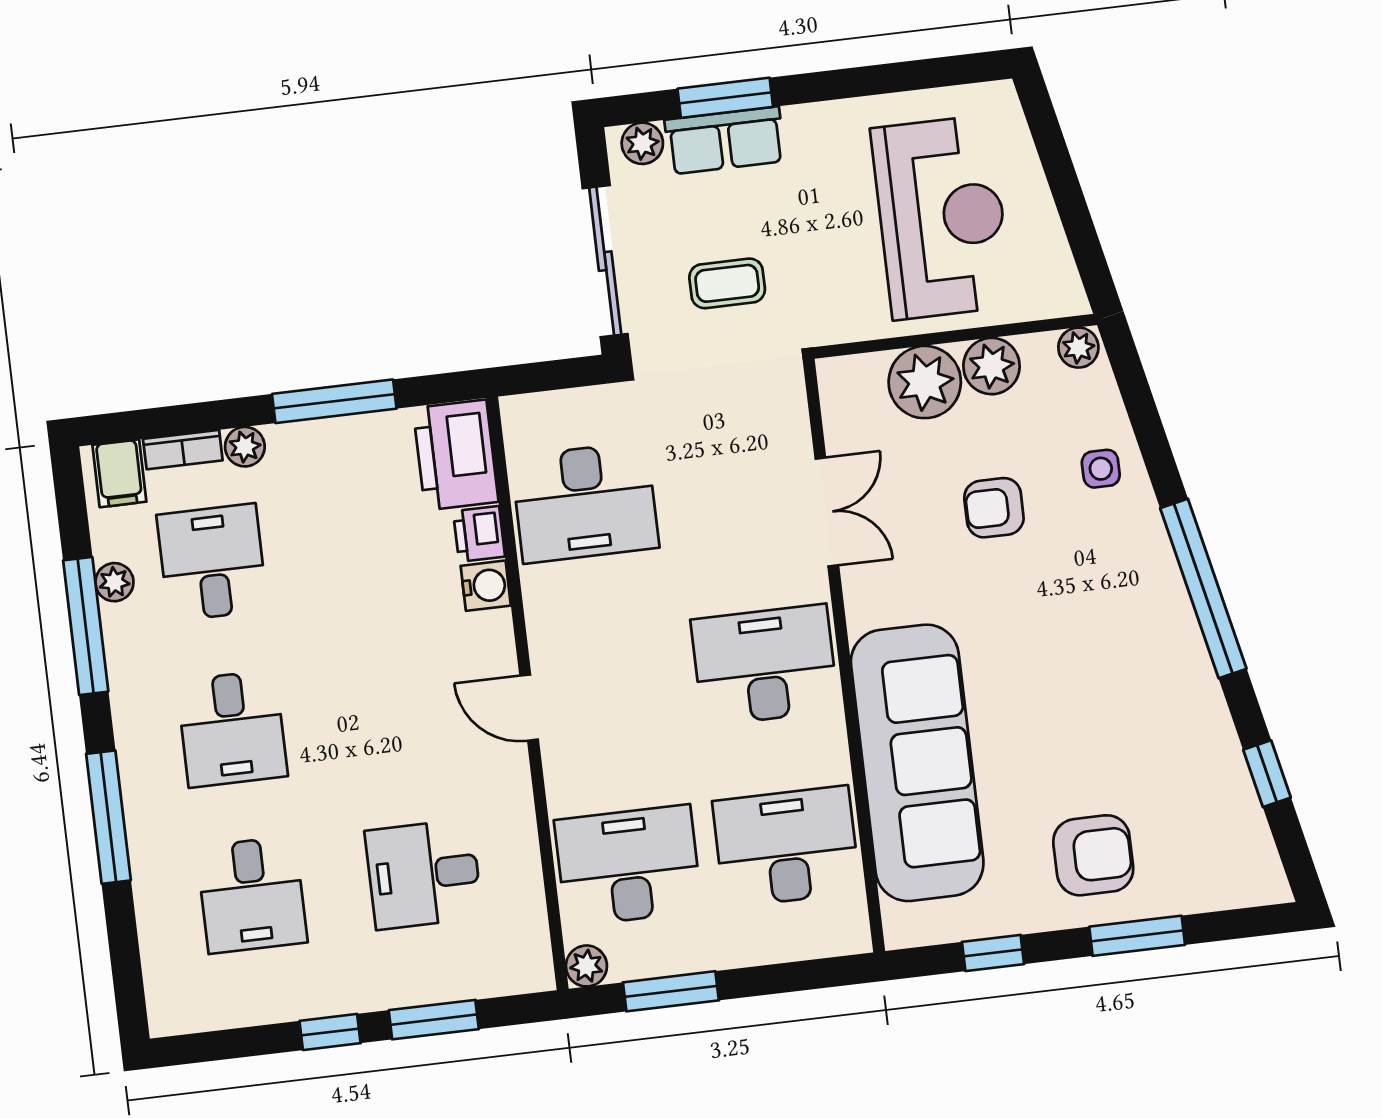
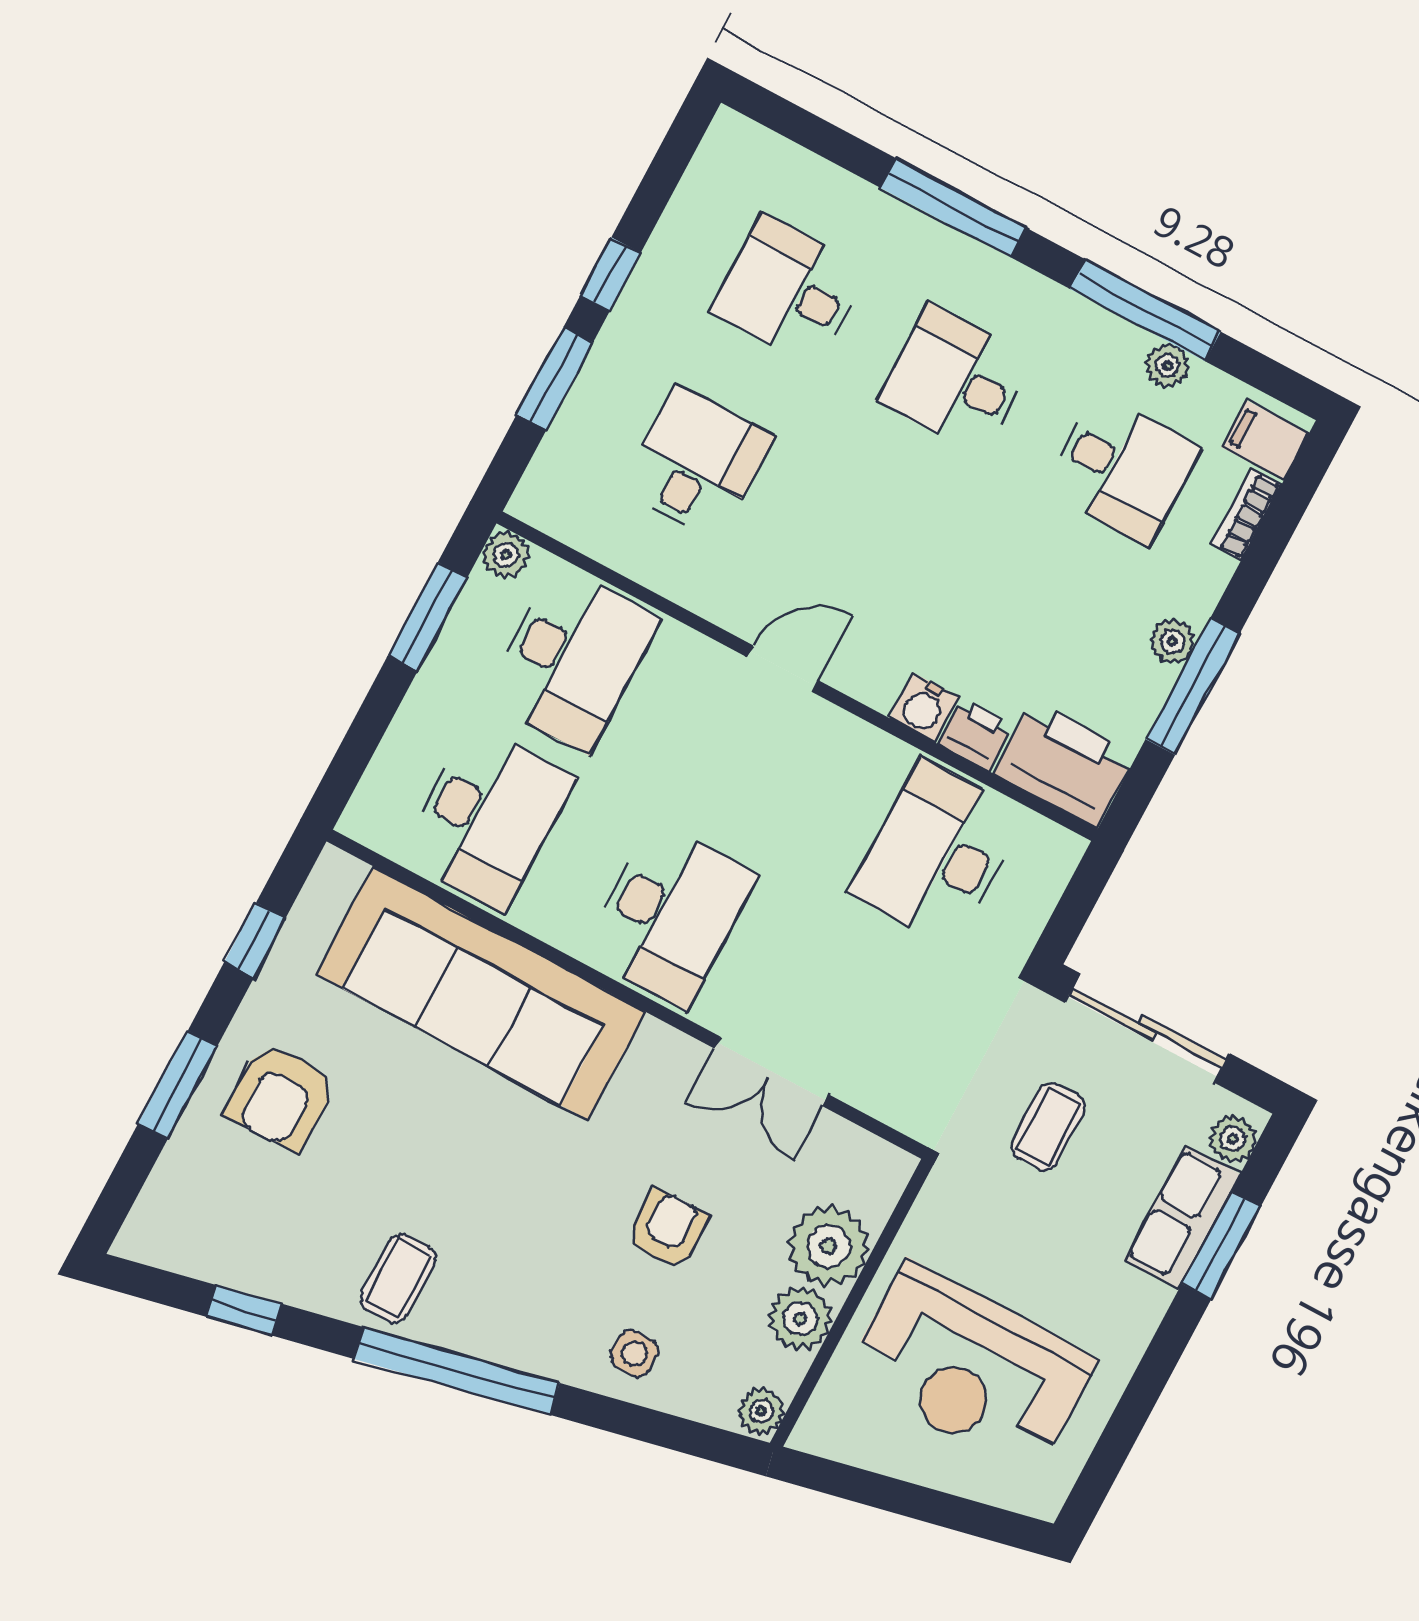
plant: (245, 447) -> (1172, 641), moved
coffee table: (1166, 678) -> (398, 1278), added

